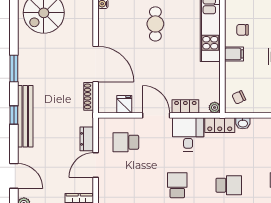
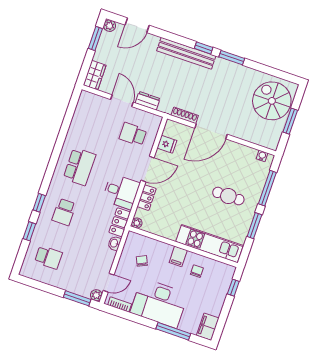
chair: (239, 97) -> (142, 261), moved
window: (14, 115) -> (204, 48), moved
school desk: (126, 142) -> (133, 134), turned -90
school desk: (177, 185) -> (79, 167), width x1.85

